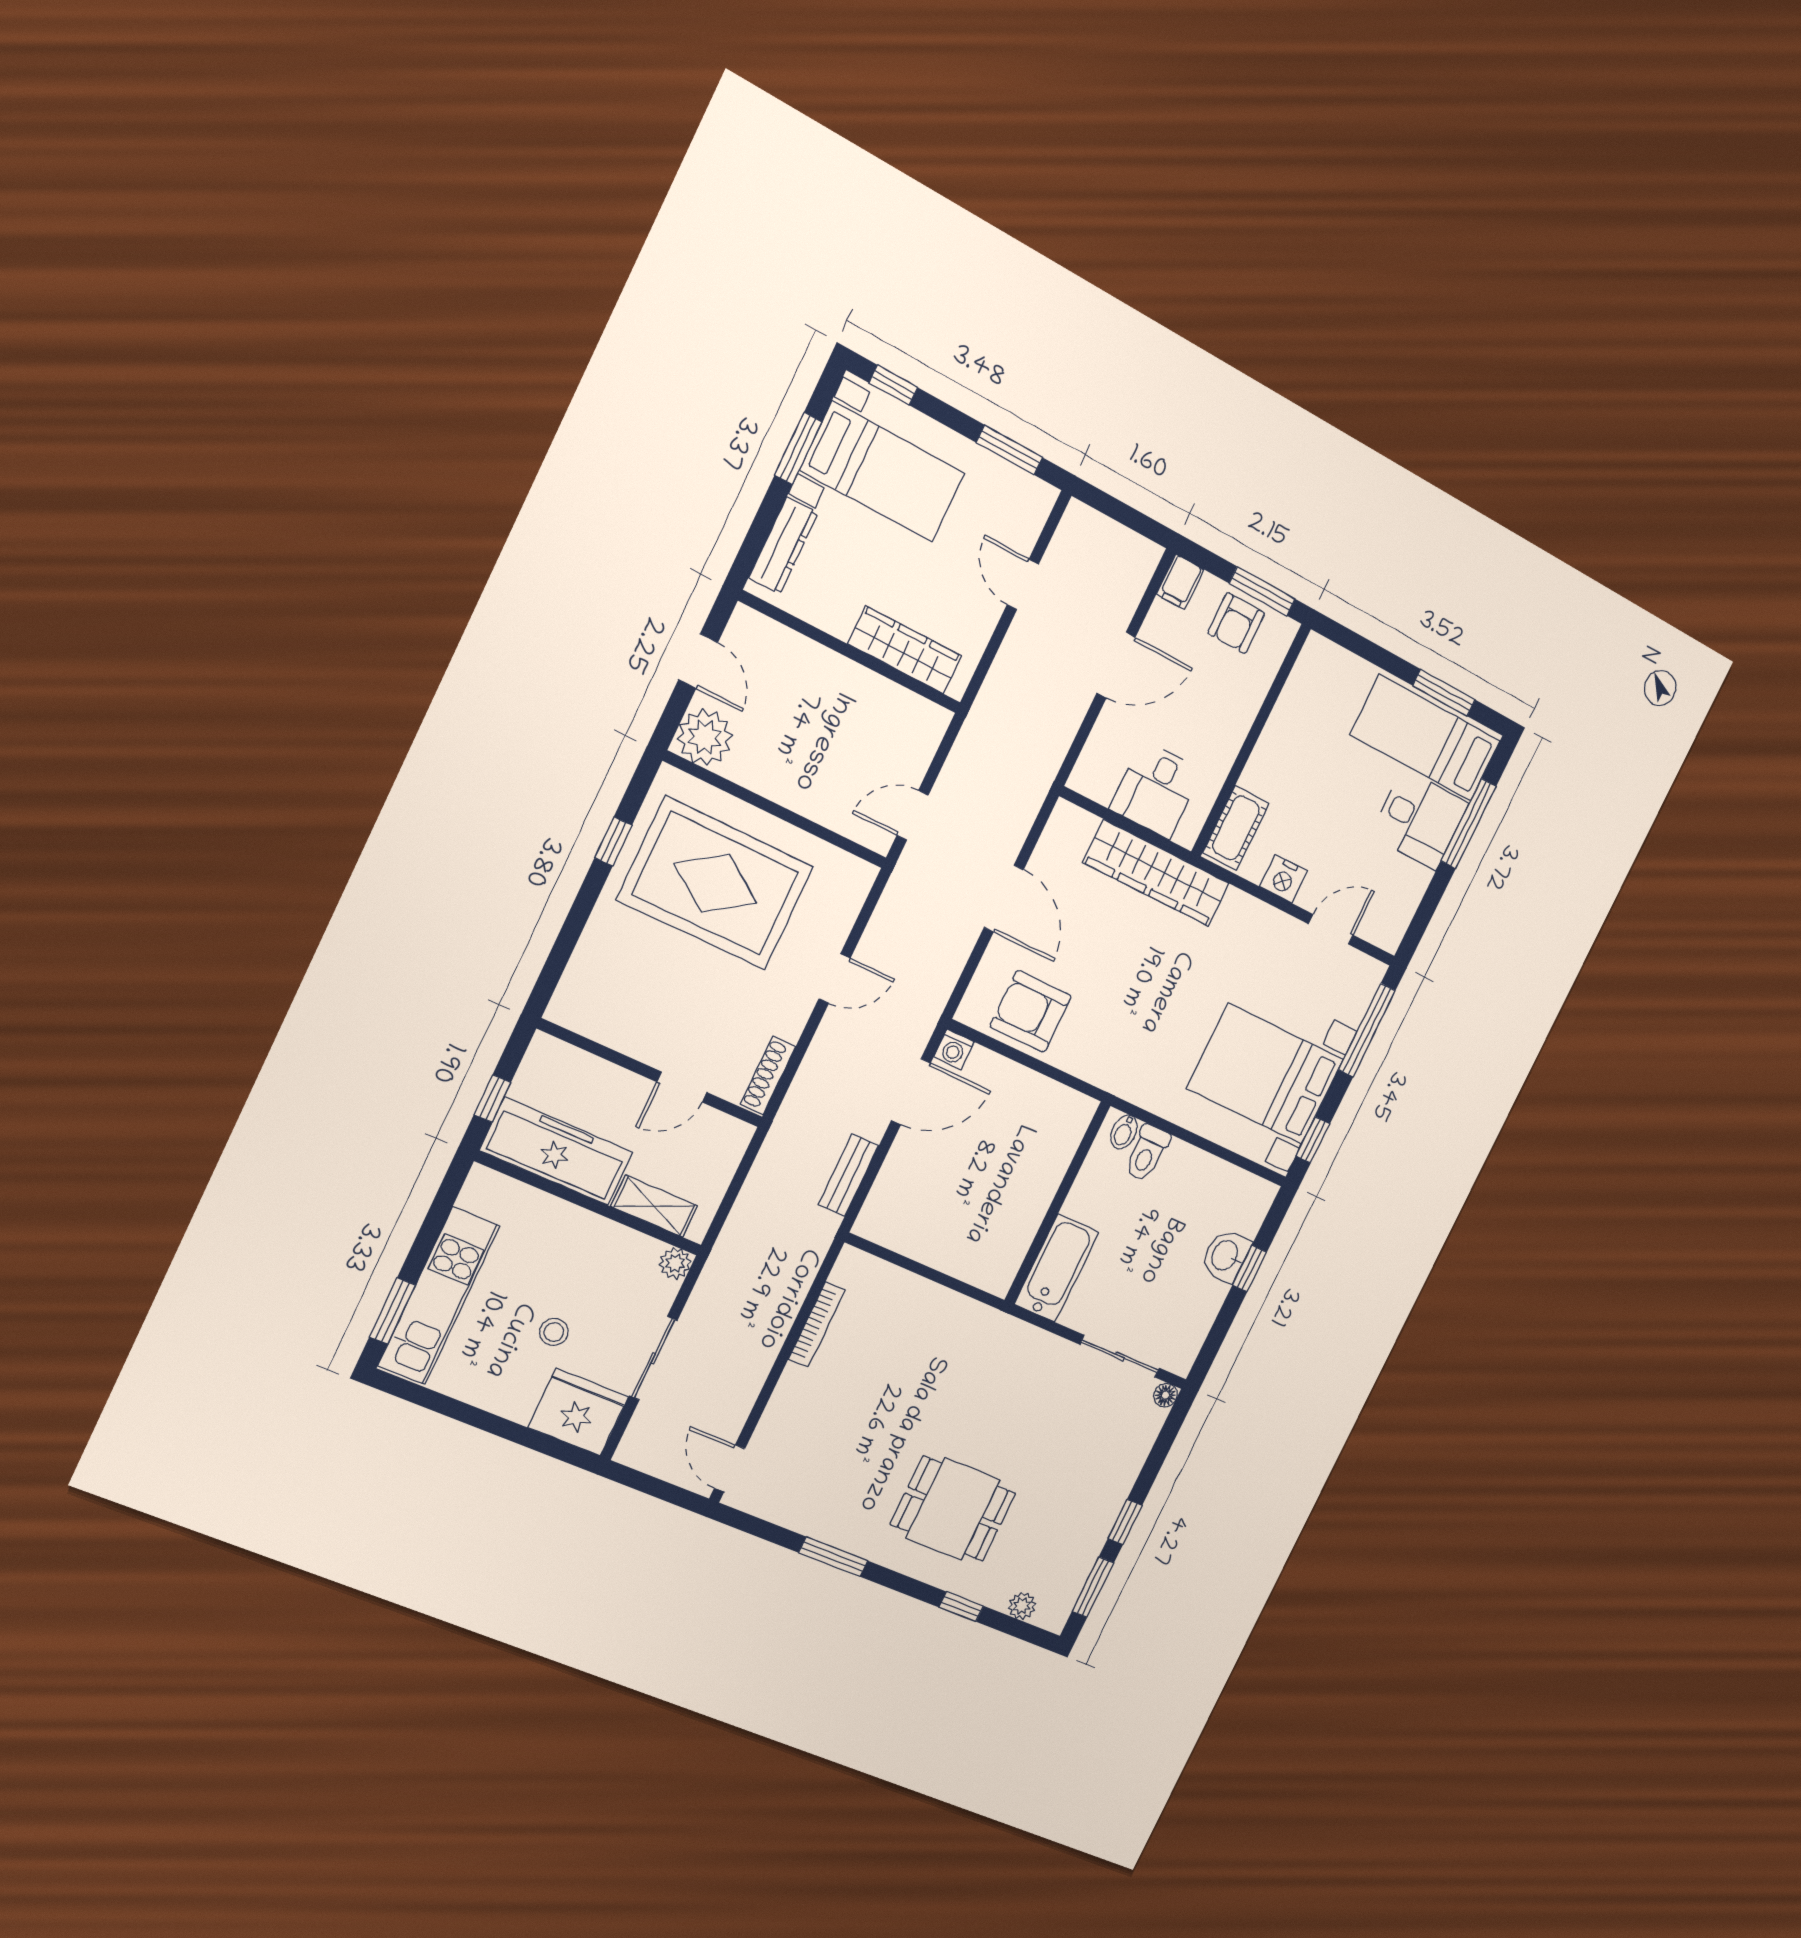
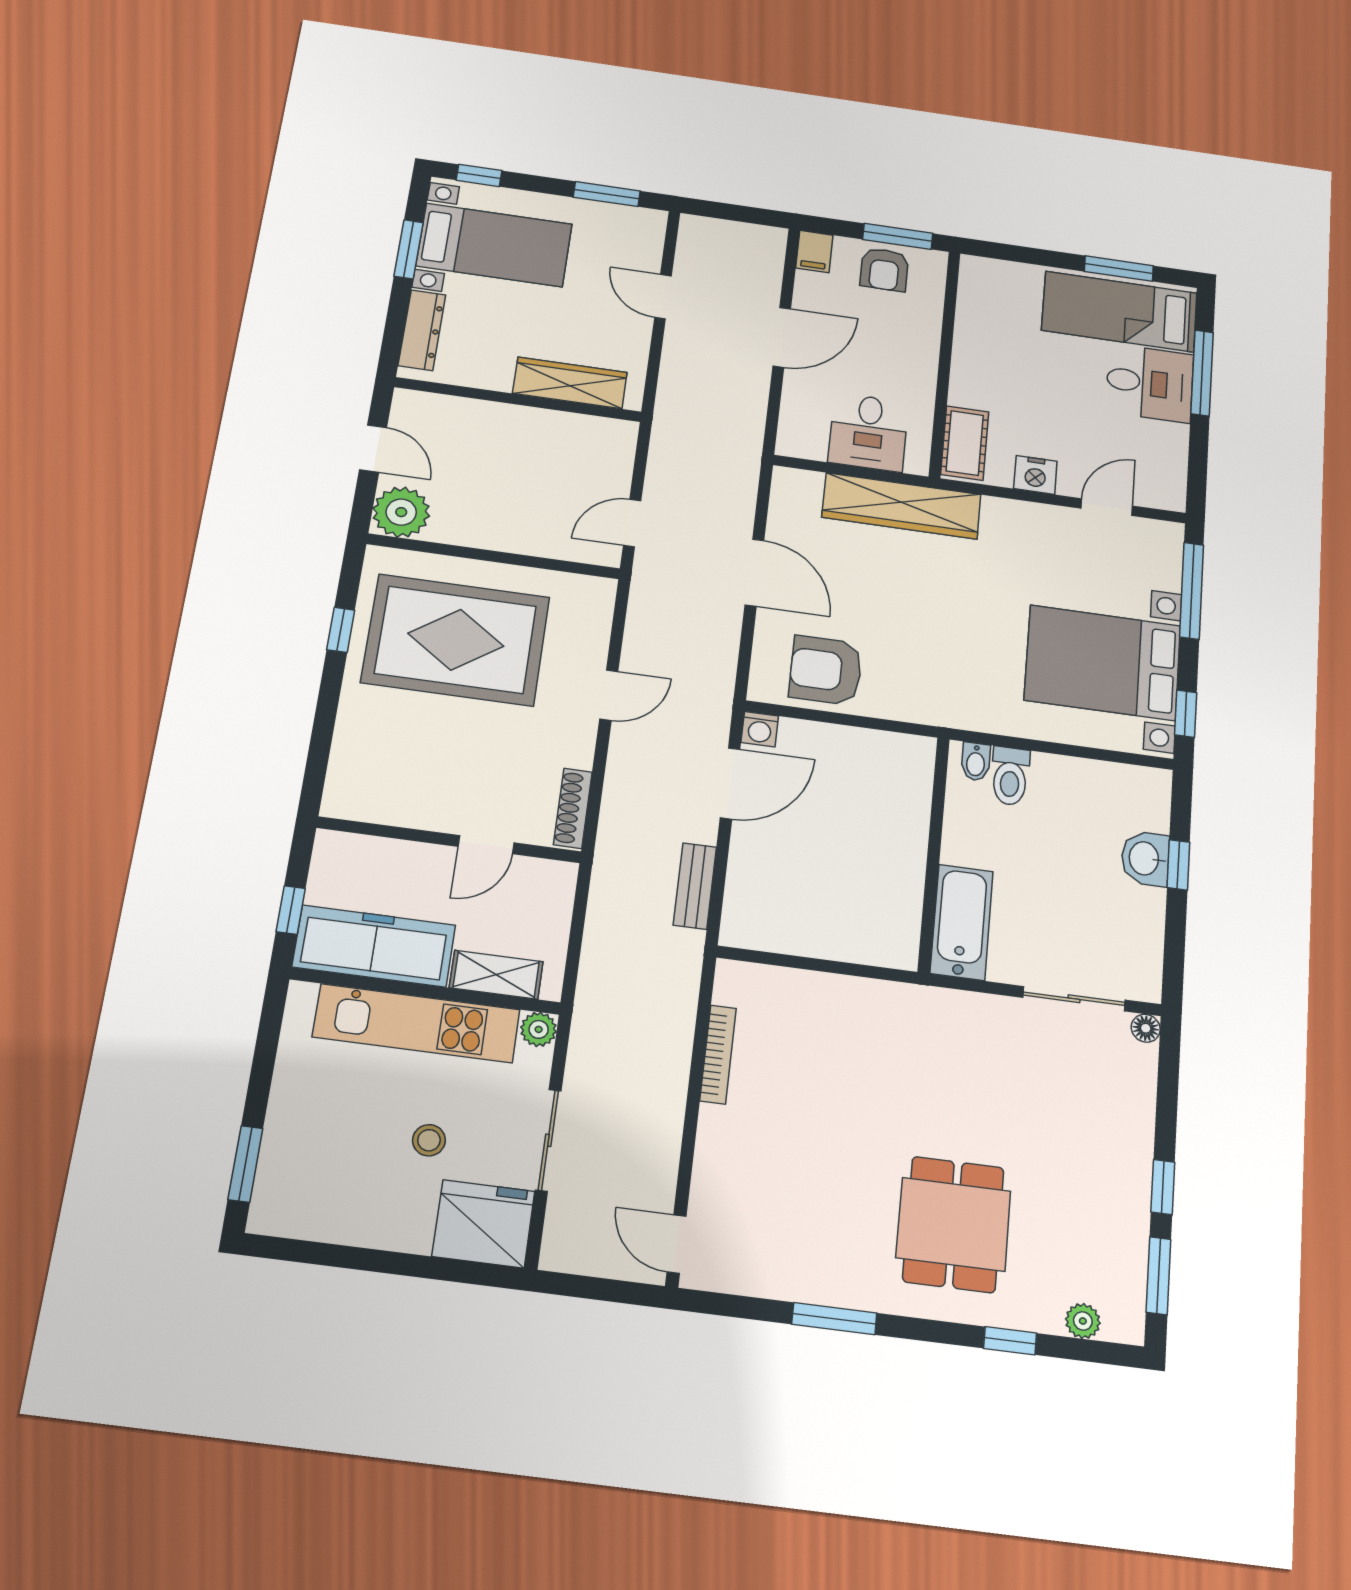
kitchen unit: (439, 1296) -> (416, 1023), moved, turned 90
dining table: (953, 1509) -> (953, 1224), turned 90

